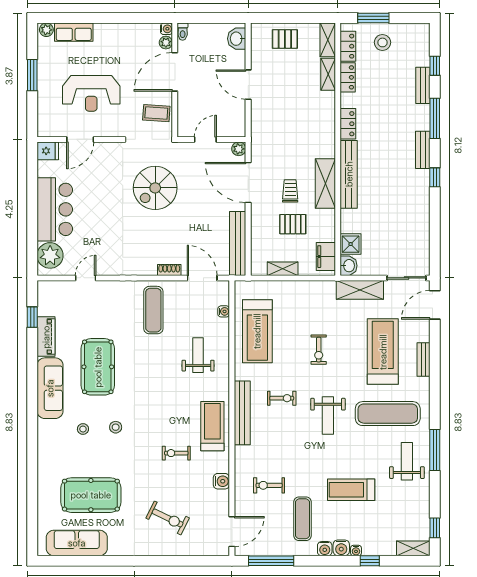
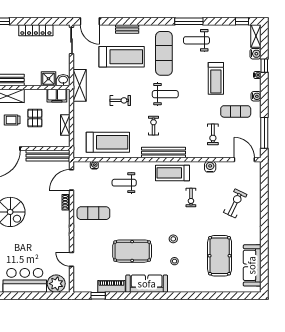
locker: (422, 226) -> (36, 30), added
shelving: (360, 290) -> (80, 85), moved
treadmill: (383, 352) -> (122, 57), turned 180
water cooler: (341, 548) -> (256, 54), moved

